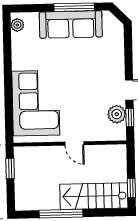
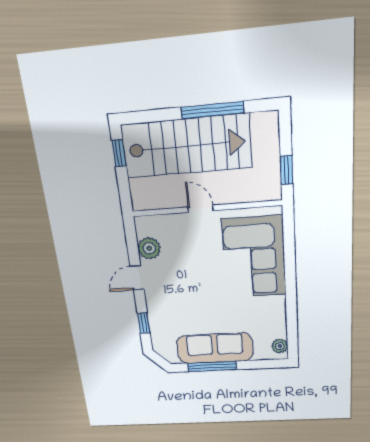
window: (130, 118) -> (144, 323), moved
stairs: (94, 196) -> (186, 146), width x1.36, depth x1.51

